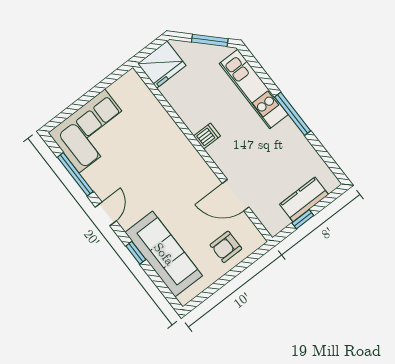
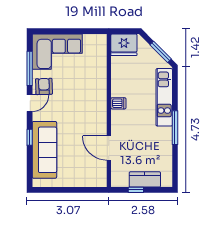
armchair: (226, 247) -> (44, 86), moved, turned 88

